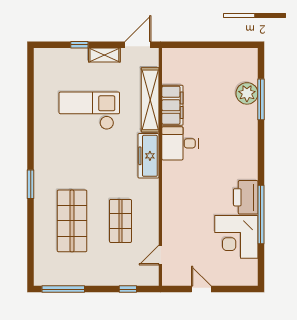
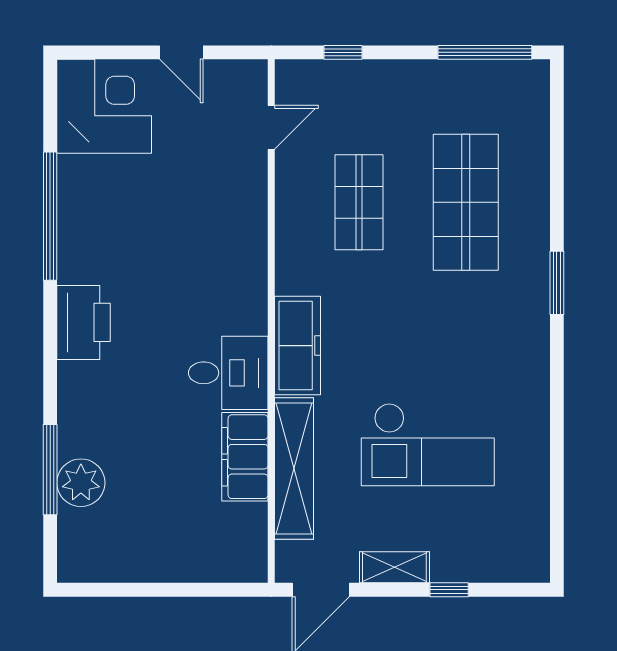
printer: (246, 197) -> (84, 322), moved
corner desk: (236, 237) -> (104, 106), moved

